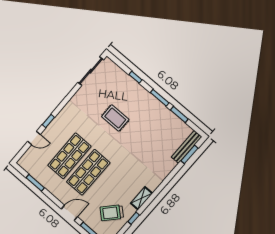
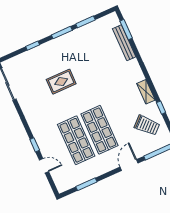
door: (34, 138) -> (44, 166), hinge flipped
bench: (186, 147) -> (124, 43), moved
trolley: (112, 213) -> (147, 125), turned -85

